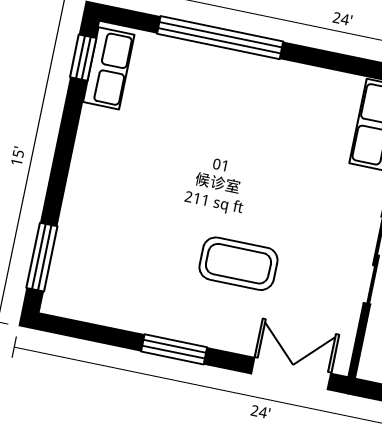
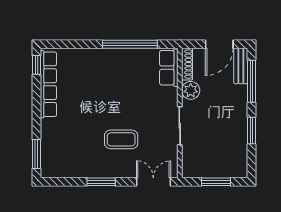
window: (220, 38) -> (130, 44), moved
row of seats: (109, 68) -> (48, 84), width x2.02

